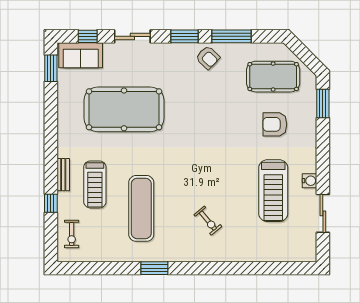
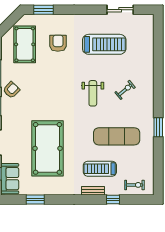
window: (51, 68) -> (35, 199), moved
armchair: (275, 124) -> (58, 43), turned 180
weight bench: (203, 174) -> (93, 93), added
water cooler: (310, 181) -> (97, 19), removed
treadmill: (95, 184) -> (100, 169), turned 180

